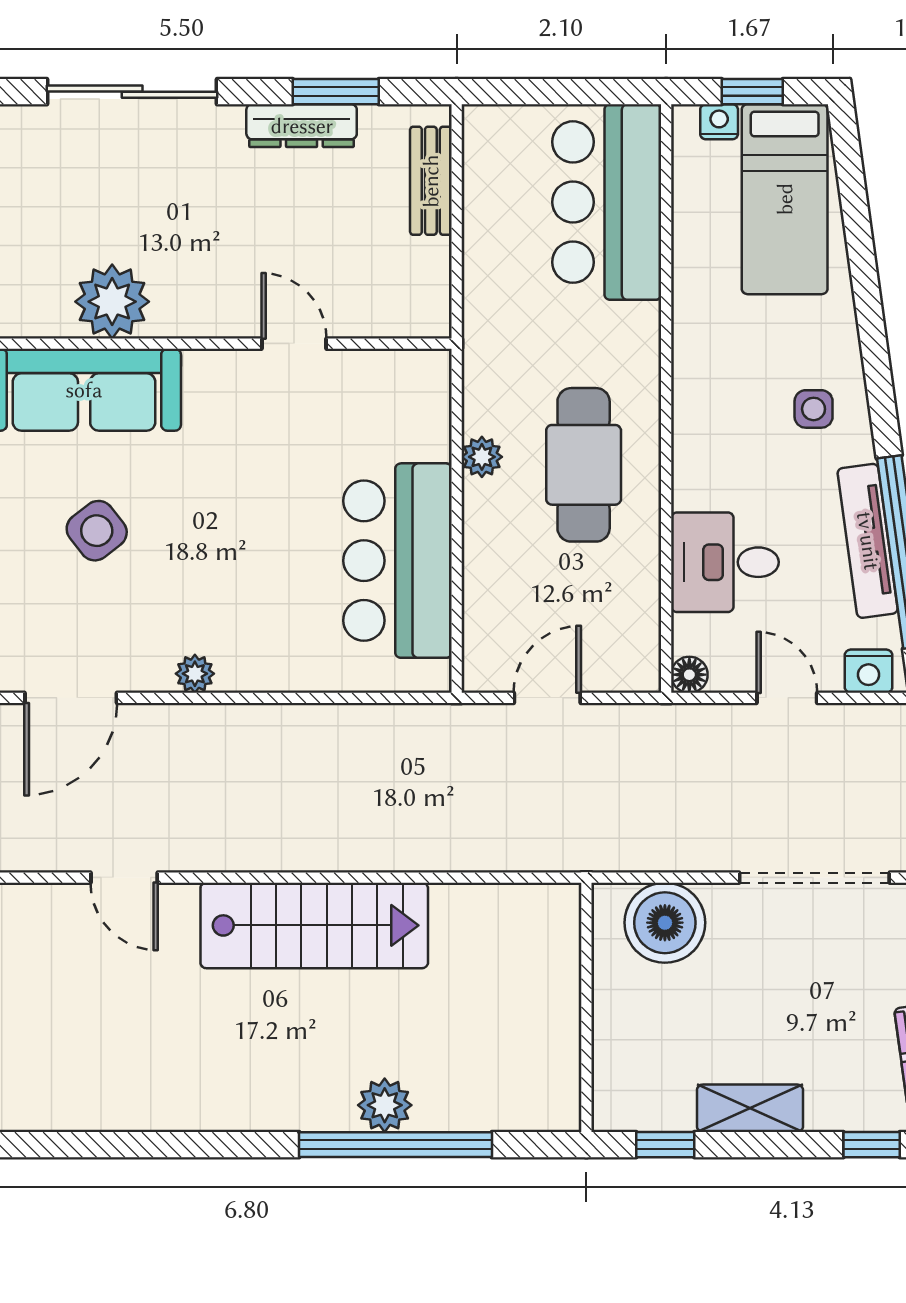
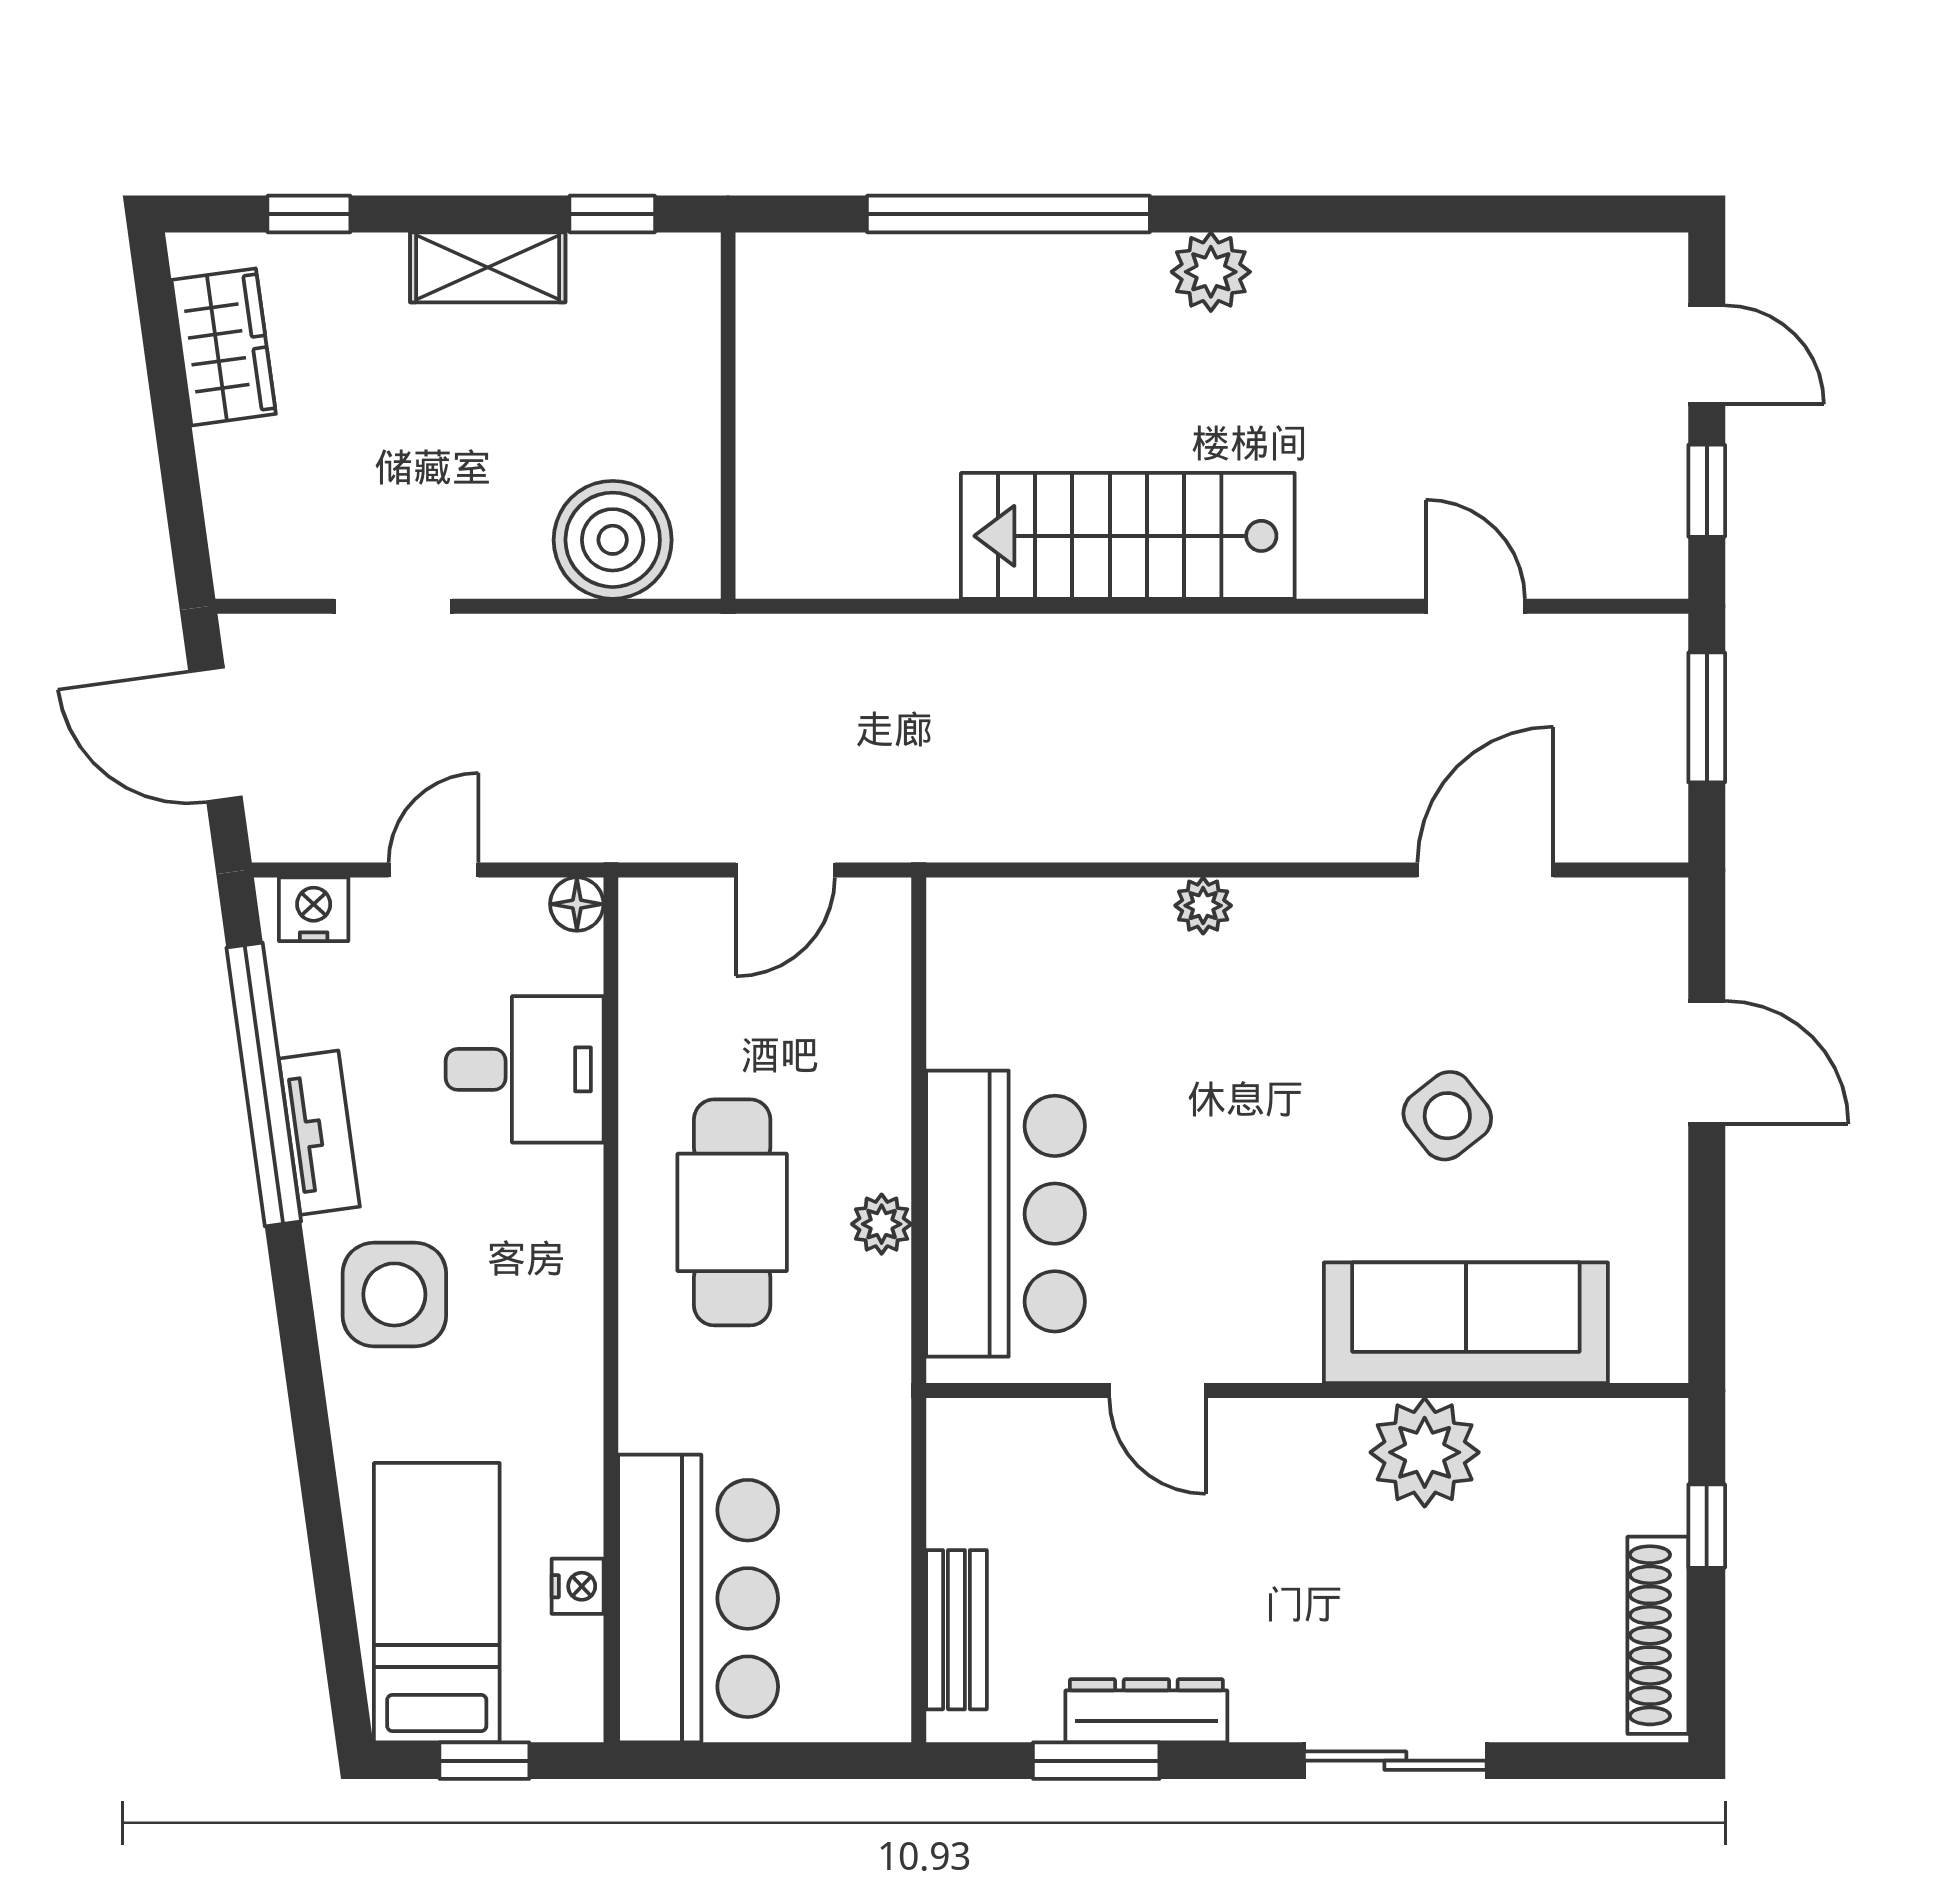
sliding door: (132, 92) -> (1395, 1761), width x0.73
nightstand: (719, 122) -> (578, 1586), moved, turned -90
side table: (814, 409) -> (394, 1294), width x1.87, depth x1.87
tv unit: (868, 541) -> (319, 1133), width x0.71
bar counter: (397, 561) -> (1006, 1214), moved
plant: (195, 674) -> (1203, 906), moved
door: (787, 698) -> (433, 870), swing flipped
door: (124, 878) -> (1475, 606), moved
doorway: (814, 878) -> (393, 606), width x0.53
plant: (385, 1105) -> (1211, 272), moved

